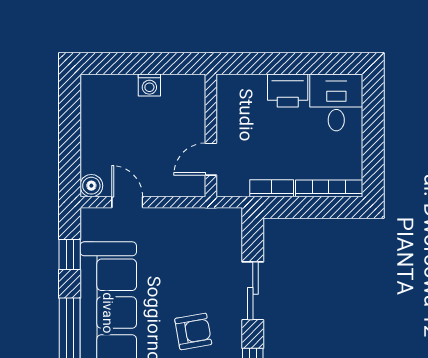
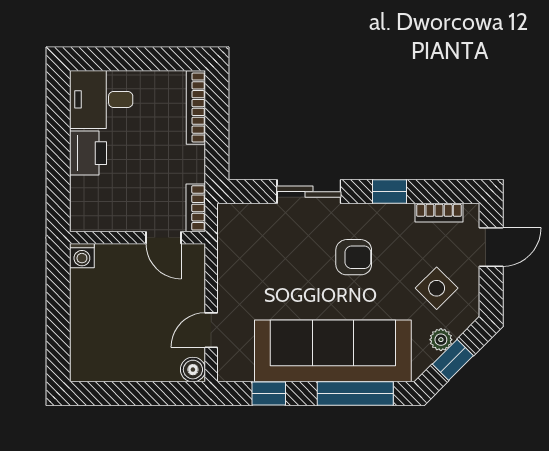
washing machine: (149, 85) -> (82, 256), moved, turned 90
bookcase: (272, 188) -> (196, 208), moved
armchair: (193, 331) -> (354, 257), turned 100

